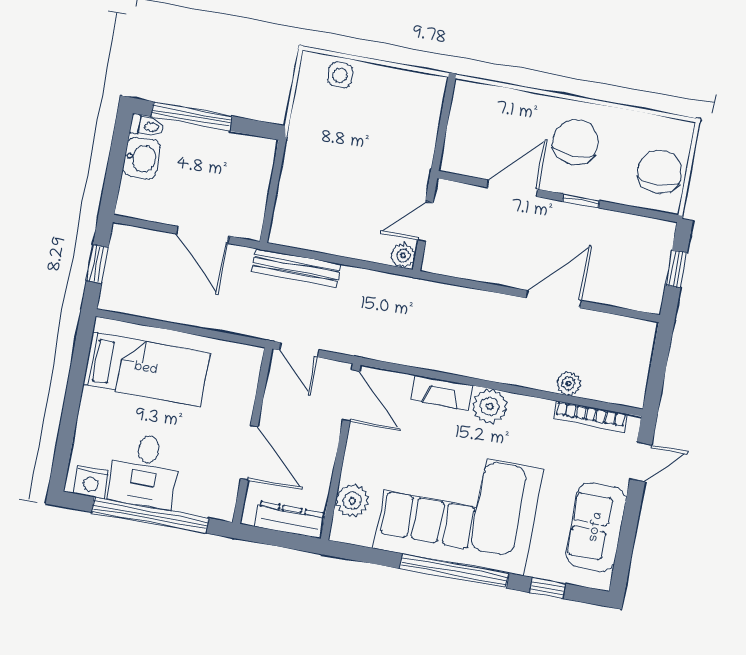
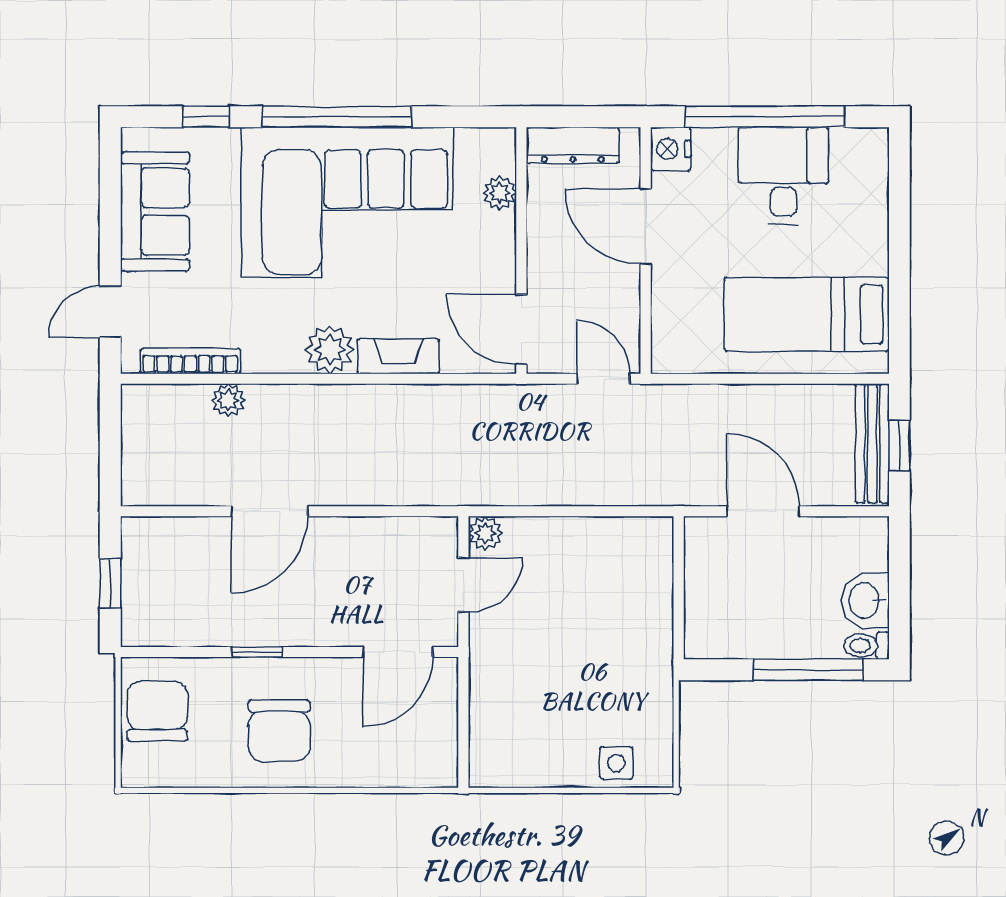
chair: (660, 172) -> (157, 711), turned 180
door: (512, 188) -> (398, 652), moved
bench: (296, 268) -> (872, 444), moved, turned 90
nightstand: (91, 482) -> (671, 149), moved, turned -90
plant: (352, 501) -> (500, 193), width x0.73, depth x0.73

